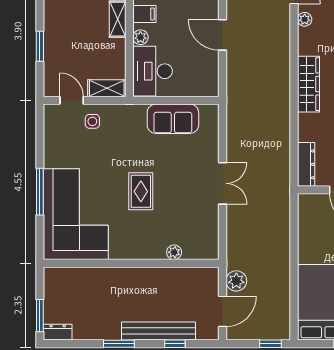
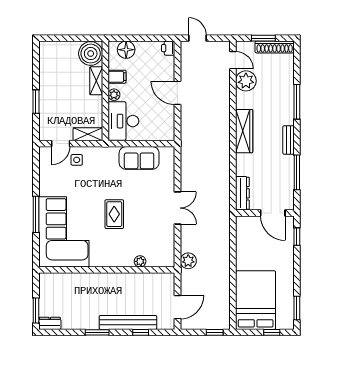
plant: (305, 19) -> (246, 81), width x1.88, depth x1.88
door: (72, 100) -> (61, 144), swing flipped
plant: (236, 281) -> (188, 261), moved

